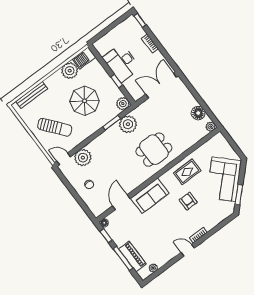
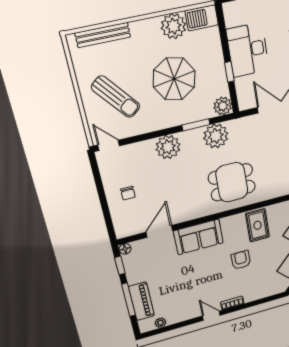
plant: (83, 158) -> (168, 147), moved
rug: (187, 172) -> (257, 225), turned 90

